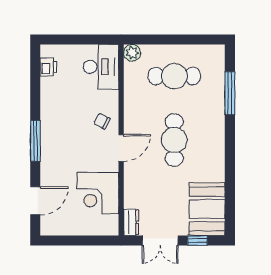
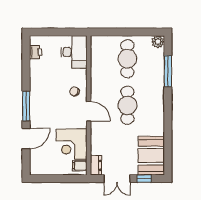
plant: (132, 53) -> (158, 42), moved
cafe table: (174, 76) -> (127, 59), turned 90
door: (121, 148) -> (89, 111), hinge flipped
door: (35, 201) -> (26, 139), moved
filing cabinet: (109, 223) -> (80, 166), added

